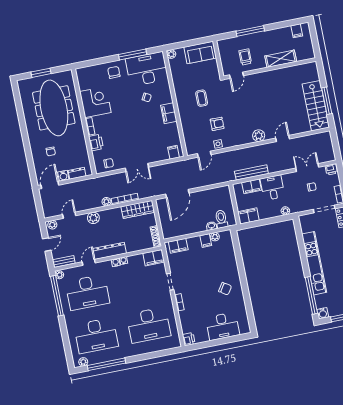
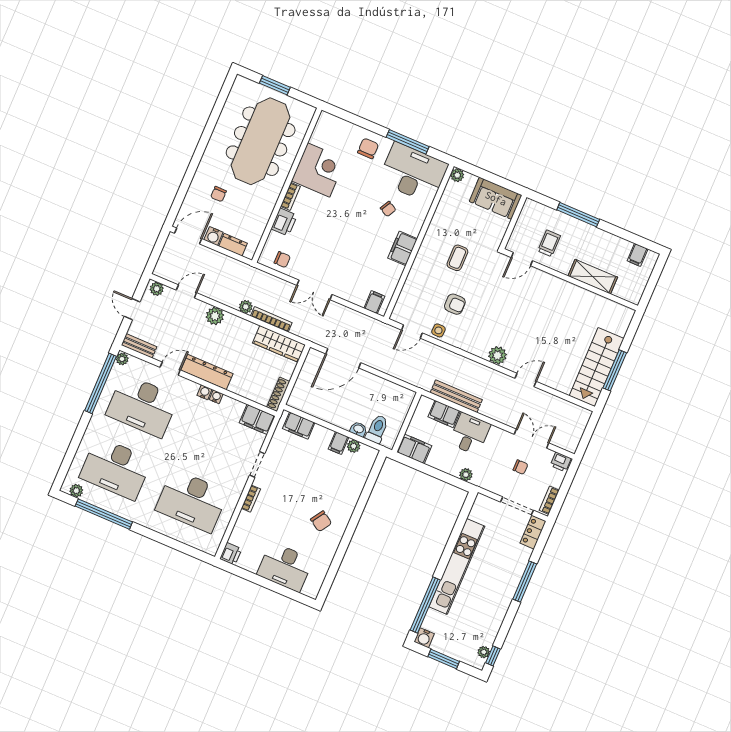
door: (47, 245) -> (132, 309), swing flipped

